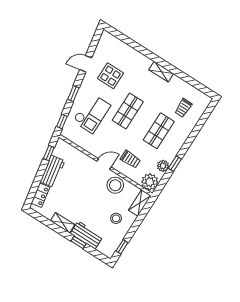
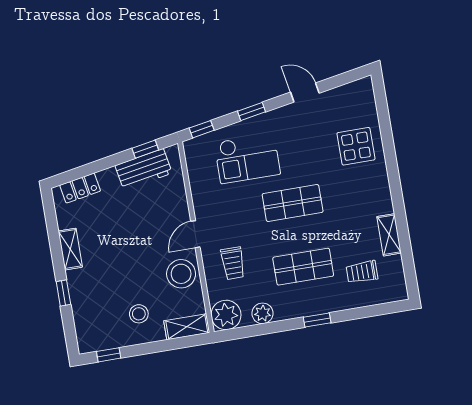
shelving: (161, 72) -> (389, 235), moved
display table: (111, 76) -> (356, 146), moved
door: (104, 164) -> (195, 234), swing flipped
window: (175, 164) -> (317, 320), moved
workbench: (53, 171) -> (144, 169), moved
workbench: (87, 235) -> (82, 295), removed

